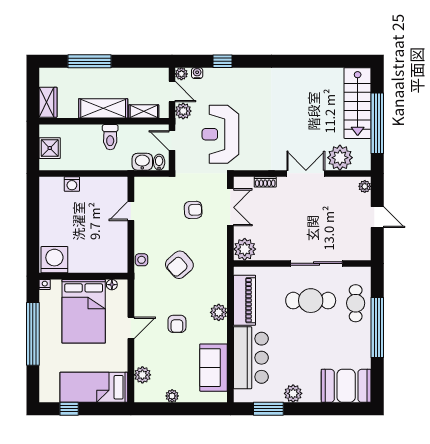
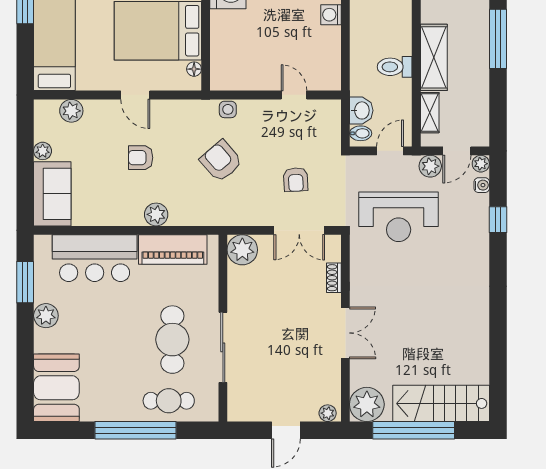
reception desk: (220, 134) -> (399, 217), turned 180
plant: (340, 158) -> (367, 404), moved
sofa: (214, 368) -> (52, 194), moved, turned 90

